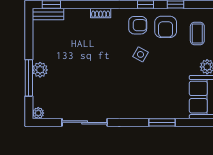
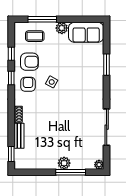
bench: (48, 14) -> (19, 136), moved

